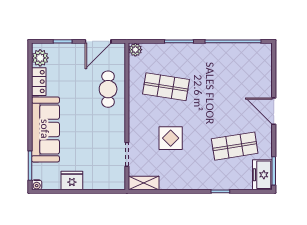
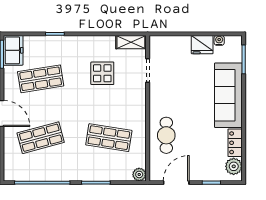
shop shelf: (235, 87) -> (41, 138), added
display table: (171, 138) -> (102, 73), moved
water cooler: (37, 185) -> (219, 40), moved

